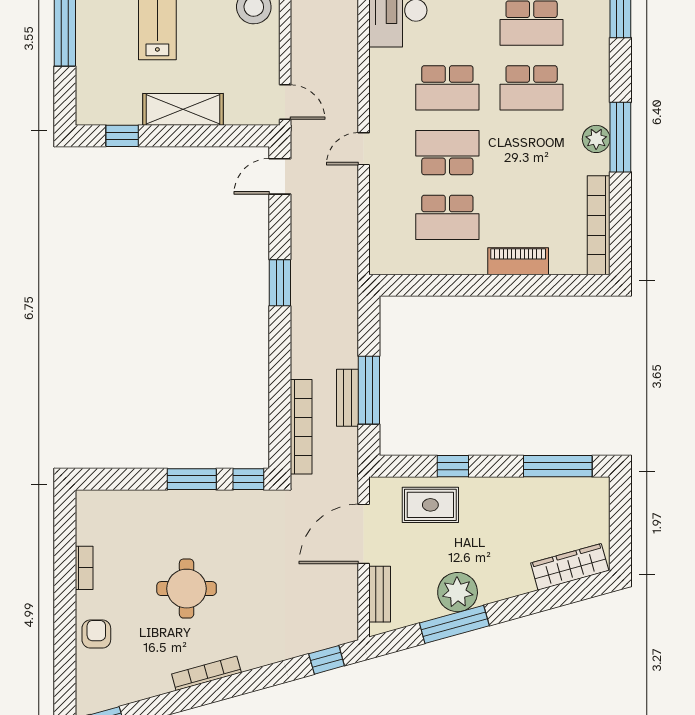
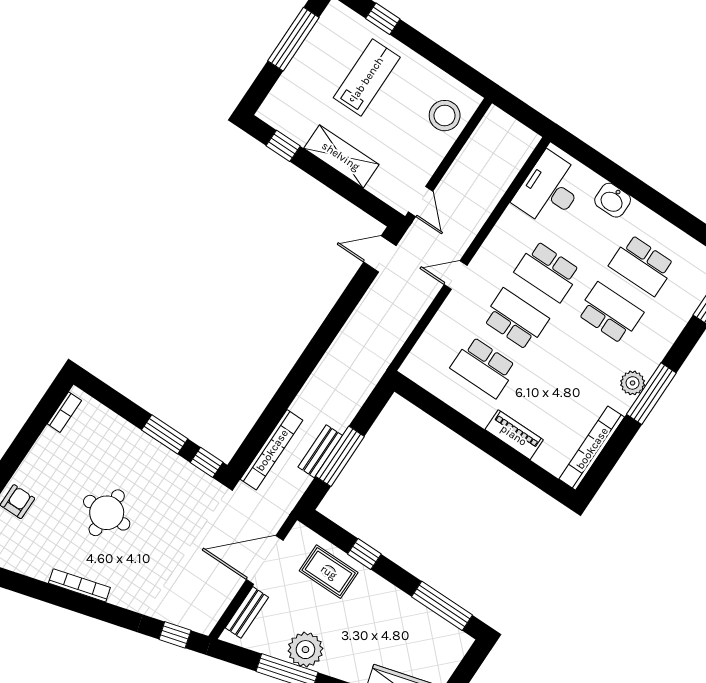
school desk: (532, 88) -> (610, 313), turned 180
window: (280, 283) -> (327, 333), removed
bookcase: (84, 568) -> (64, 412), moved

